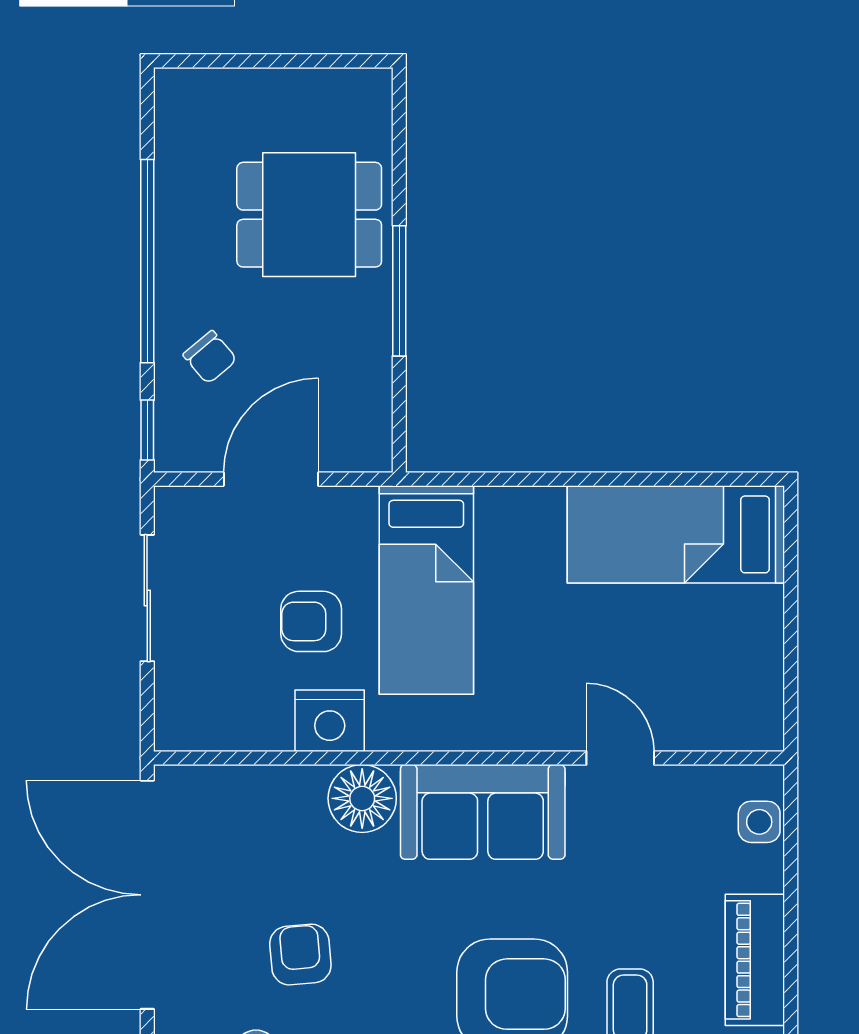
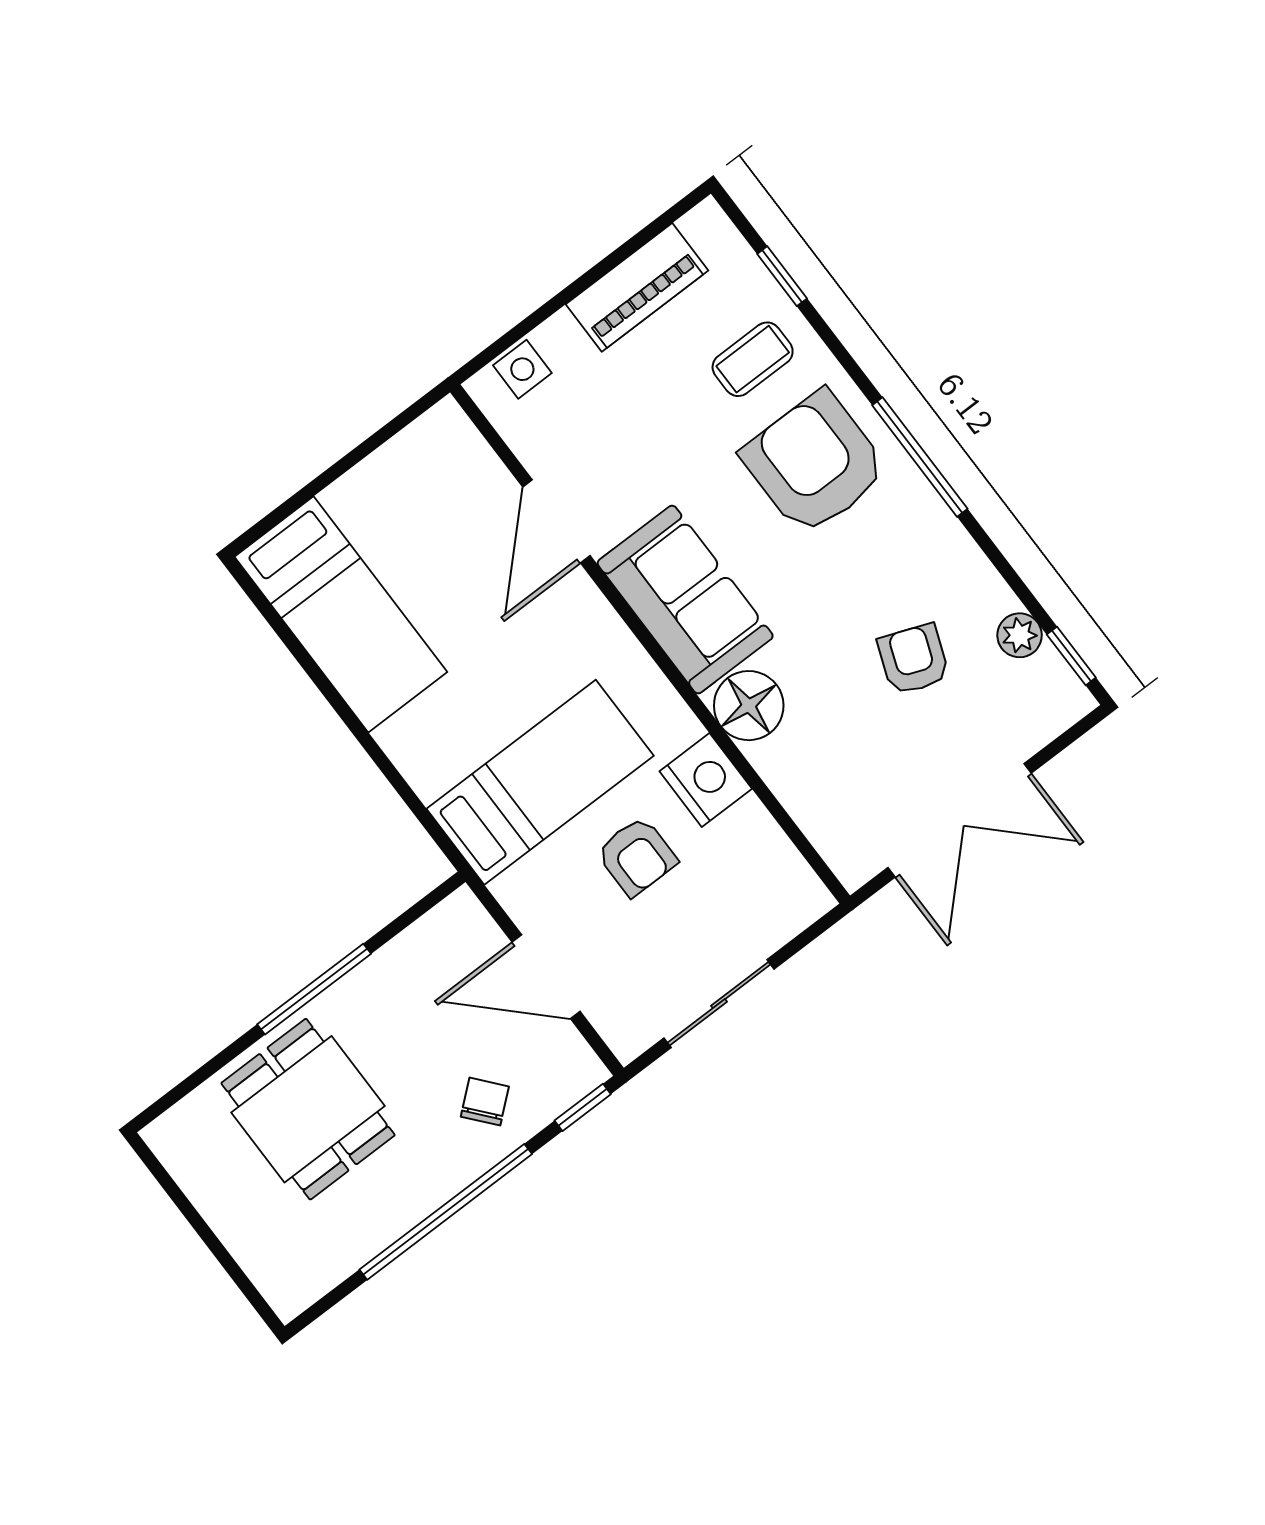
door: (620, 758) -> (556, 521), width x1.38
double door: (147, 895) -> (960, 820), width x0.73
armchair: (300, 955) -> (913, 659), turned 116

